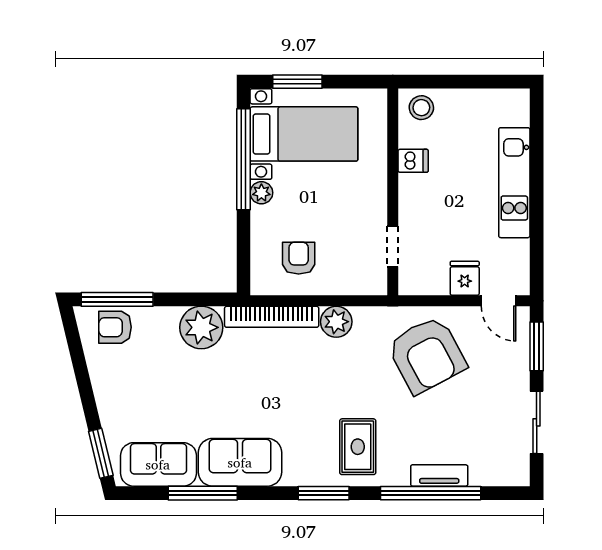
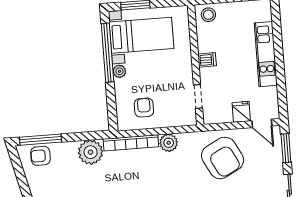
dishwasher: (413, 161) -> (207, 60), moved

